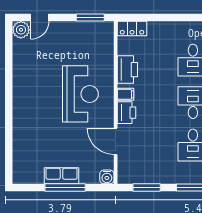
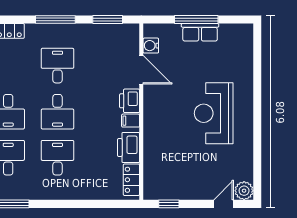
window: (90, 18) -> (169, 204), width x0.67
locker: (132, 29) -> (131, 180), moved, turned -90
reception desk: (80, 94) -> (214, 113), moved
water cooler: (107, 177) -> (151, 46), moved, turned -90

